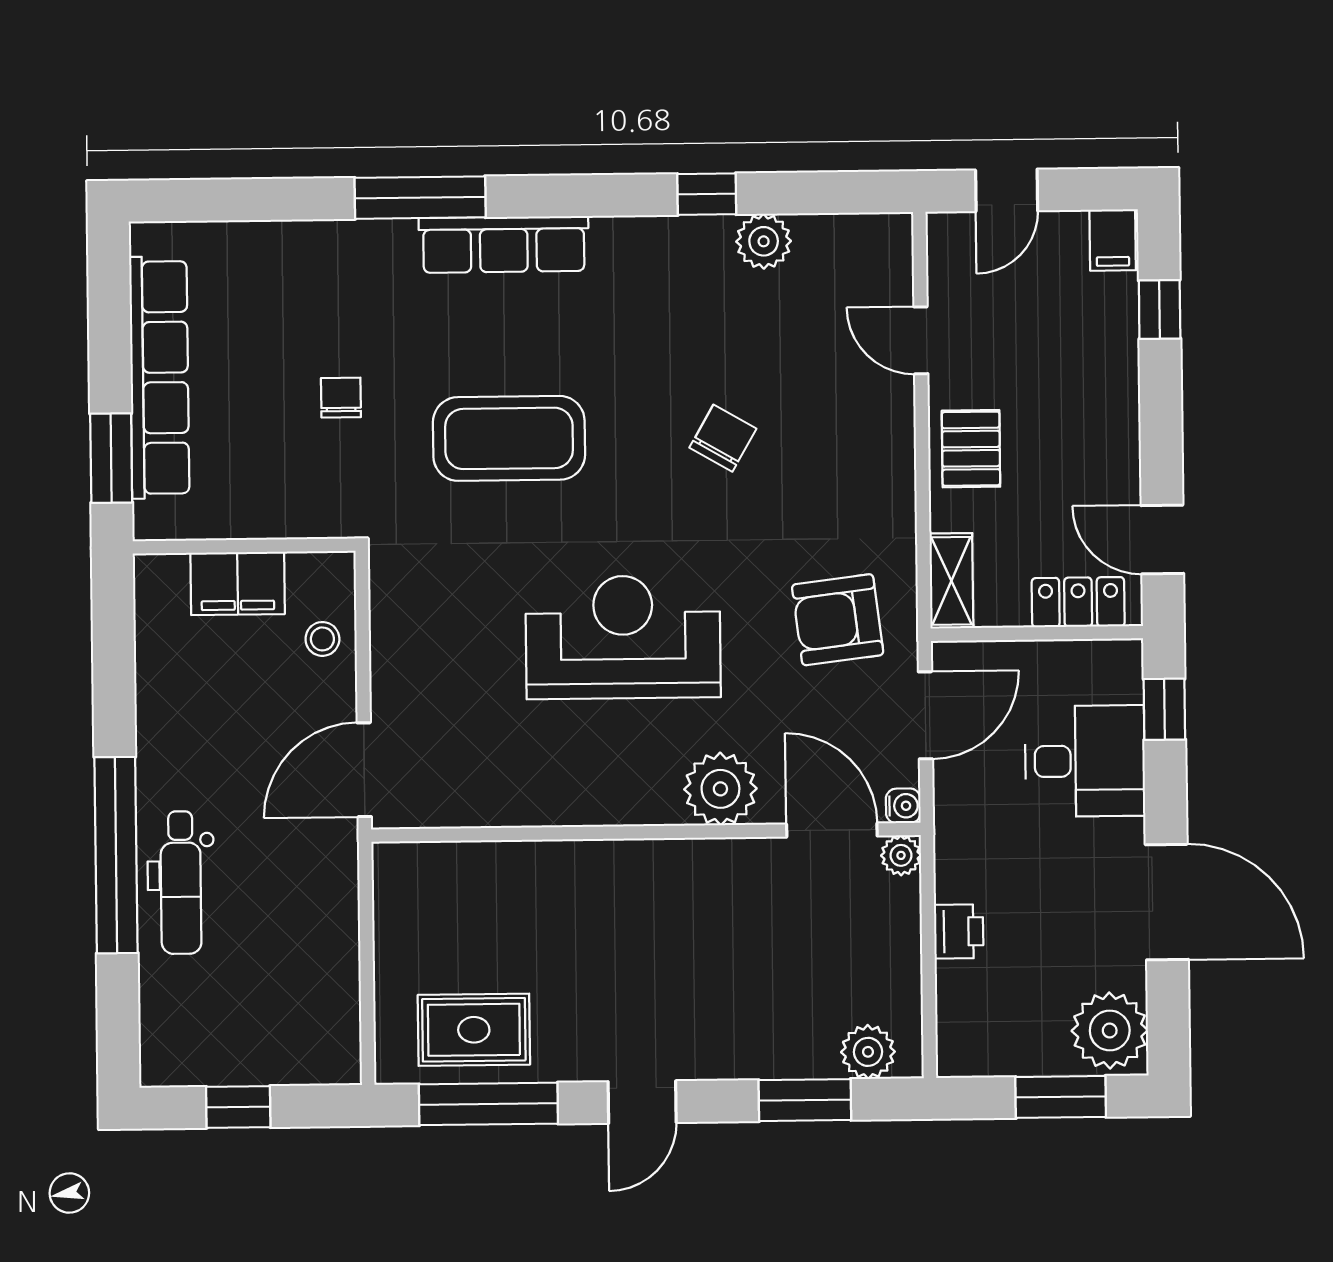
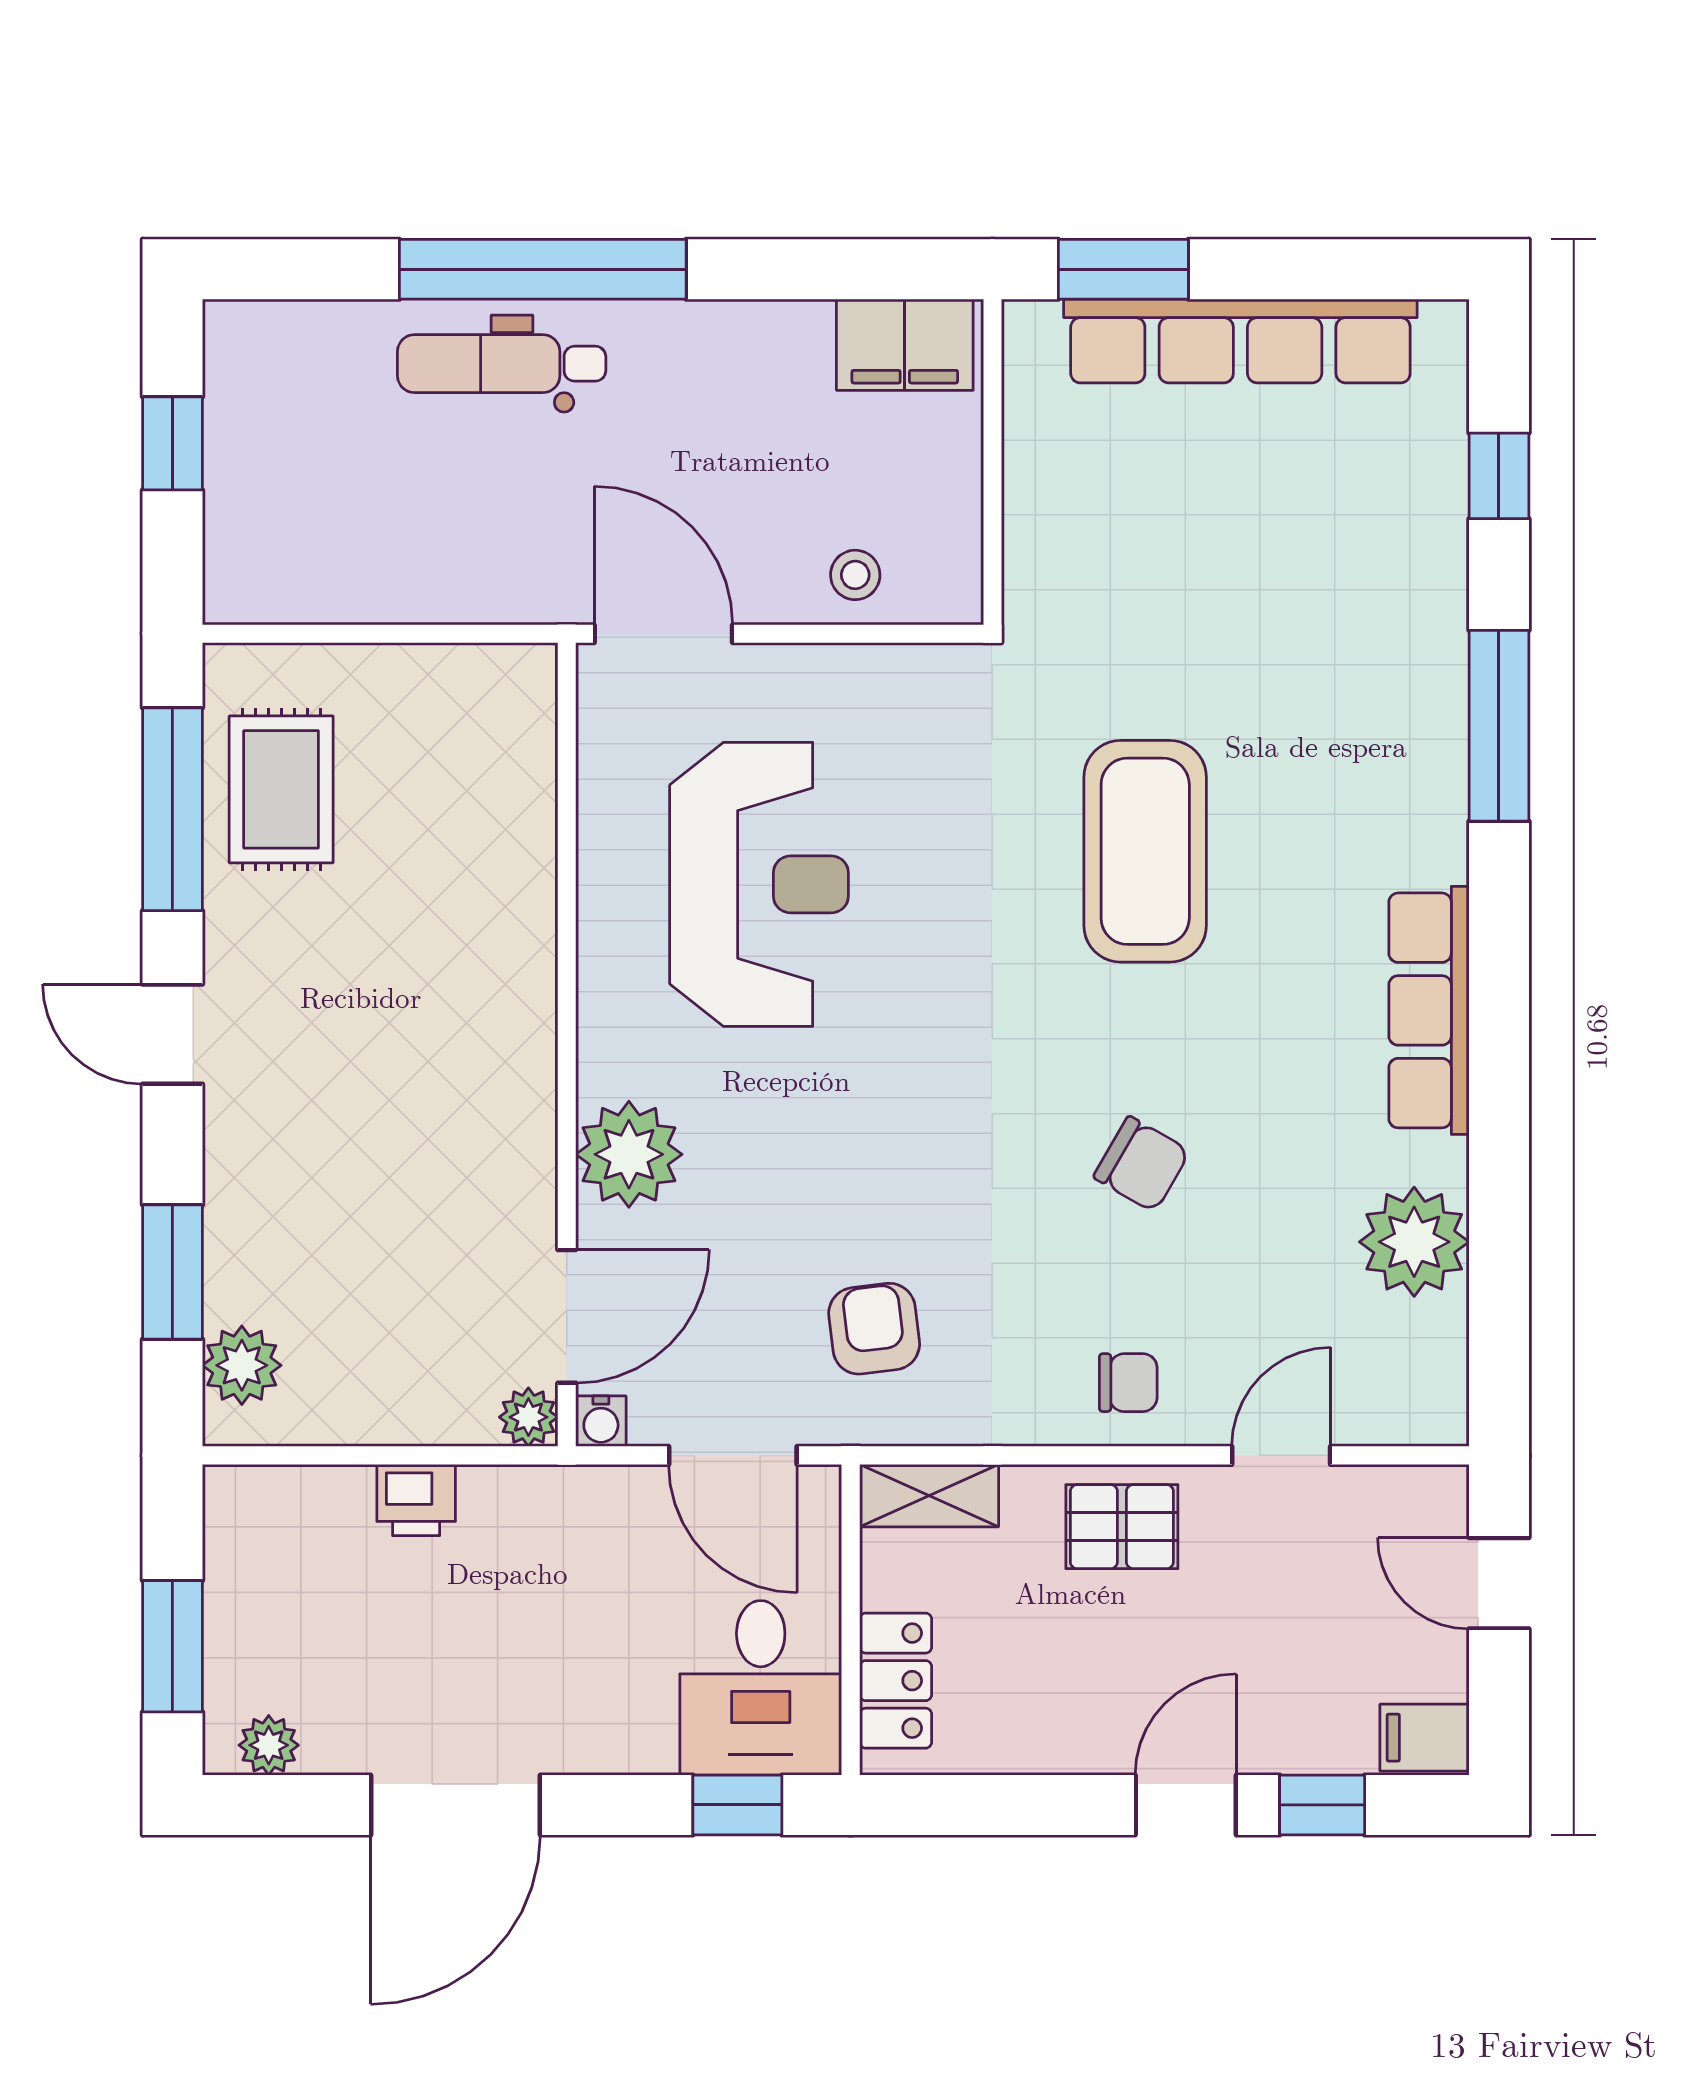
window: (707, 194) -> (1499, 476), moved
plant: (764, 241) -> (1414, 1242), width x1.36, depth x1.36
row of seats: (504, 244) -> (1429, 1010), moved
chair: (341, 398) -> (1128, 1383), moved
door: (1162, 540) -> (1186, 1805), moved
filing cabinet: (238, 583) -> (905, 345), moved, turned -90
armchair: (838, 620) -> (874, 1329), width x0.72, depth x0.72
reception desk: (623, 637) -> (759, 884), moved
desk: (1085, 761) -> (761, 1688), moved
plant: (1110, 1030) -> (269, 1745), width x0.53, depth x0.53

